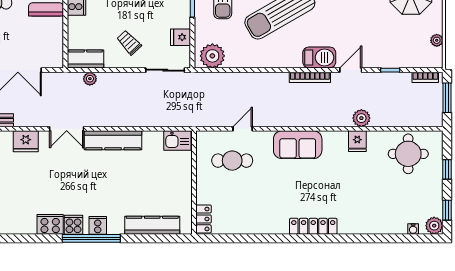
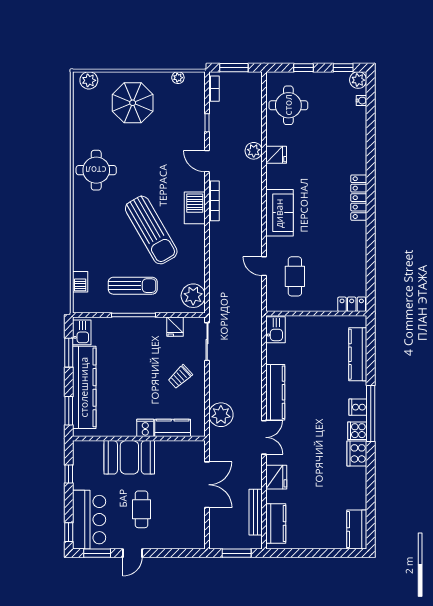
barbecue: (319, 57) -> (195, 208), moved
kitchen counter: (85, 59) -> (173, 428), moved, turned 90
plant: (90, 79) -> (221, 415), width x1.87, depth x1.87

